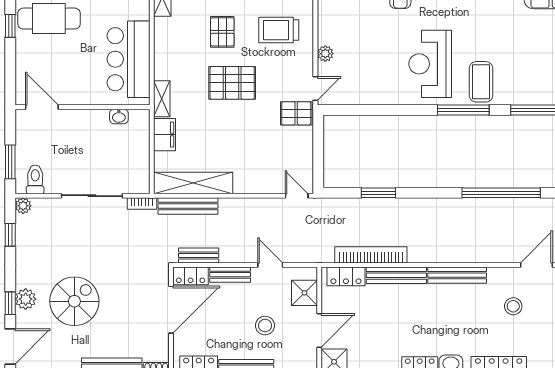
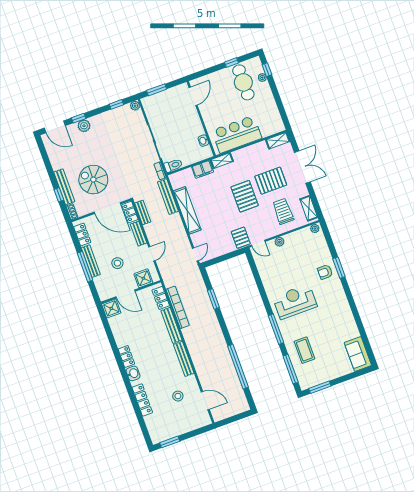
pallet: (222, 32) -> (271, 181), width x1.50, depth x1.42
coffee table: (481, 82) -> (304, 350), moved, turned 90
toilet: (35, 179) -> (173, 165), moved
shelving: (193, 183) -> (187, 210), moved
spiral stairs: (74, 301) -> (93, 180), moved, turned 180

